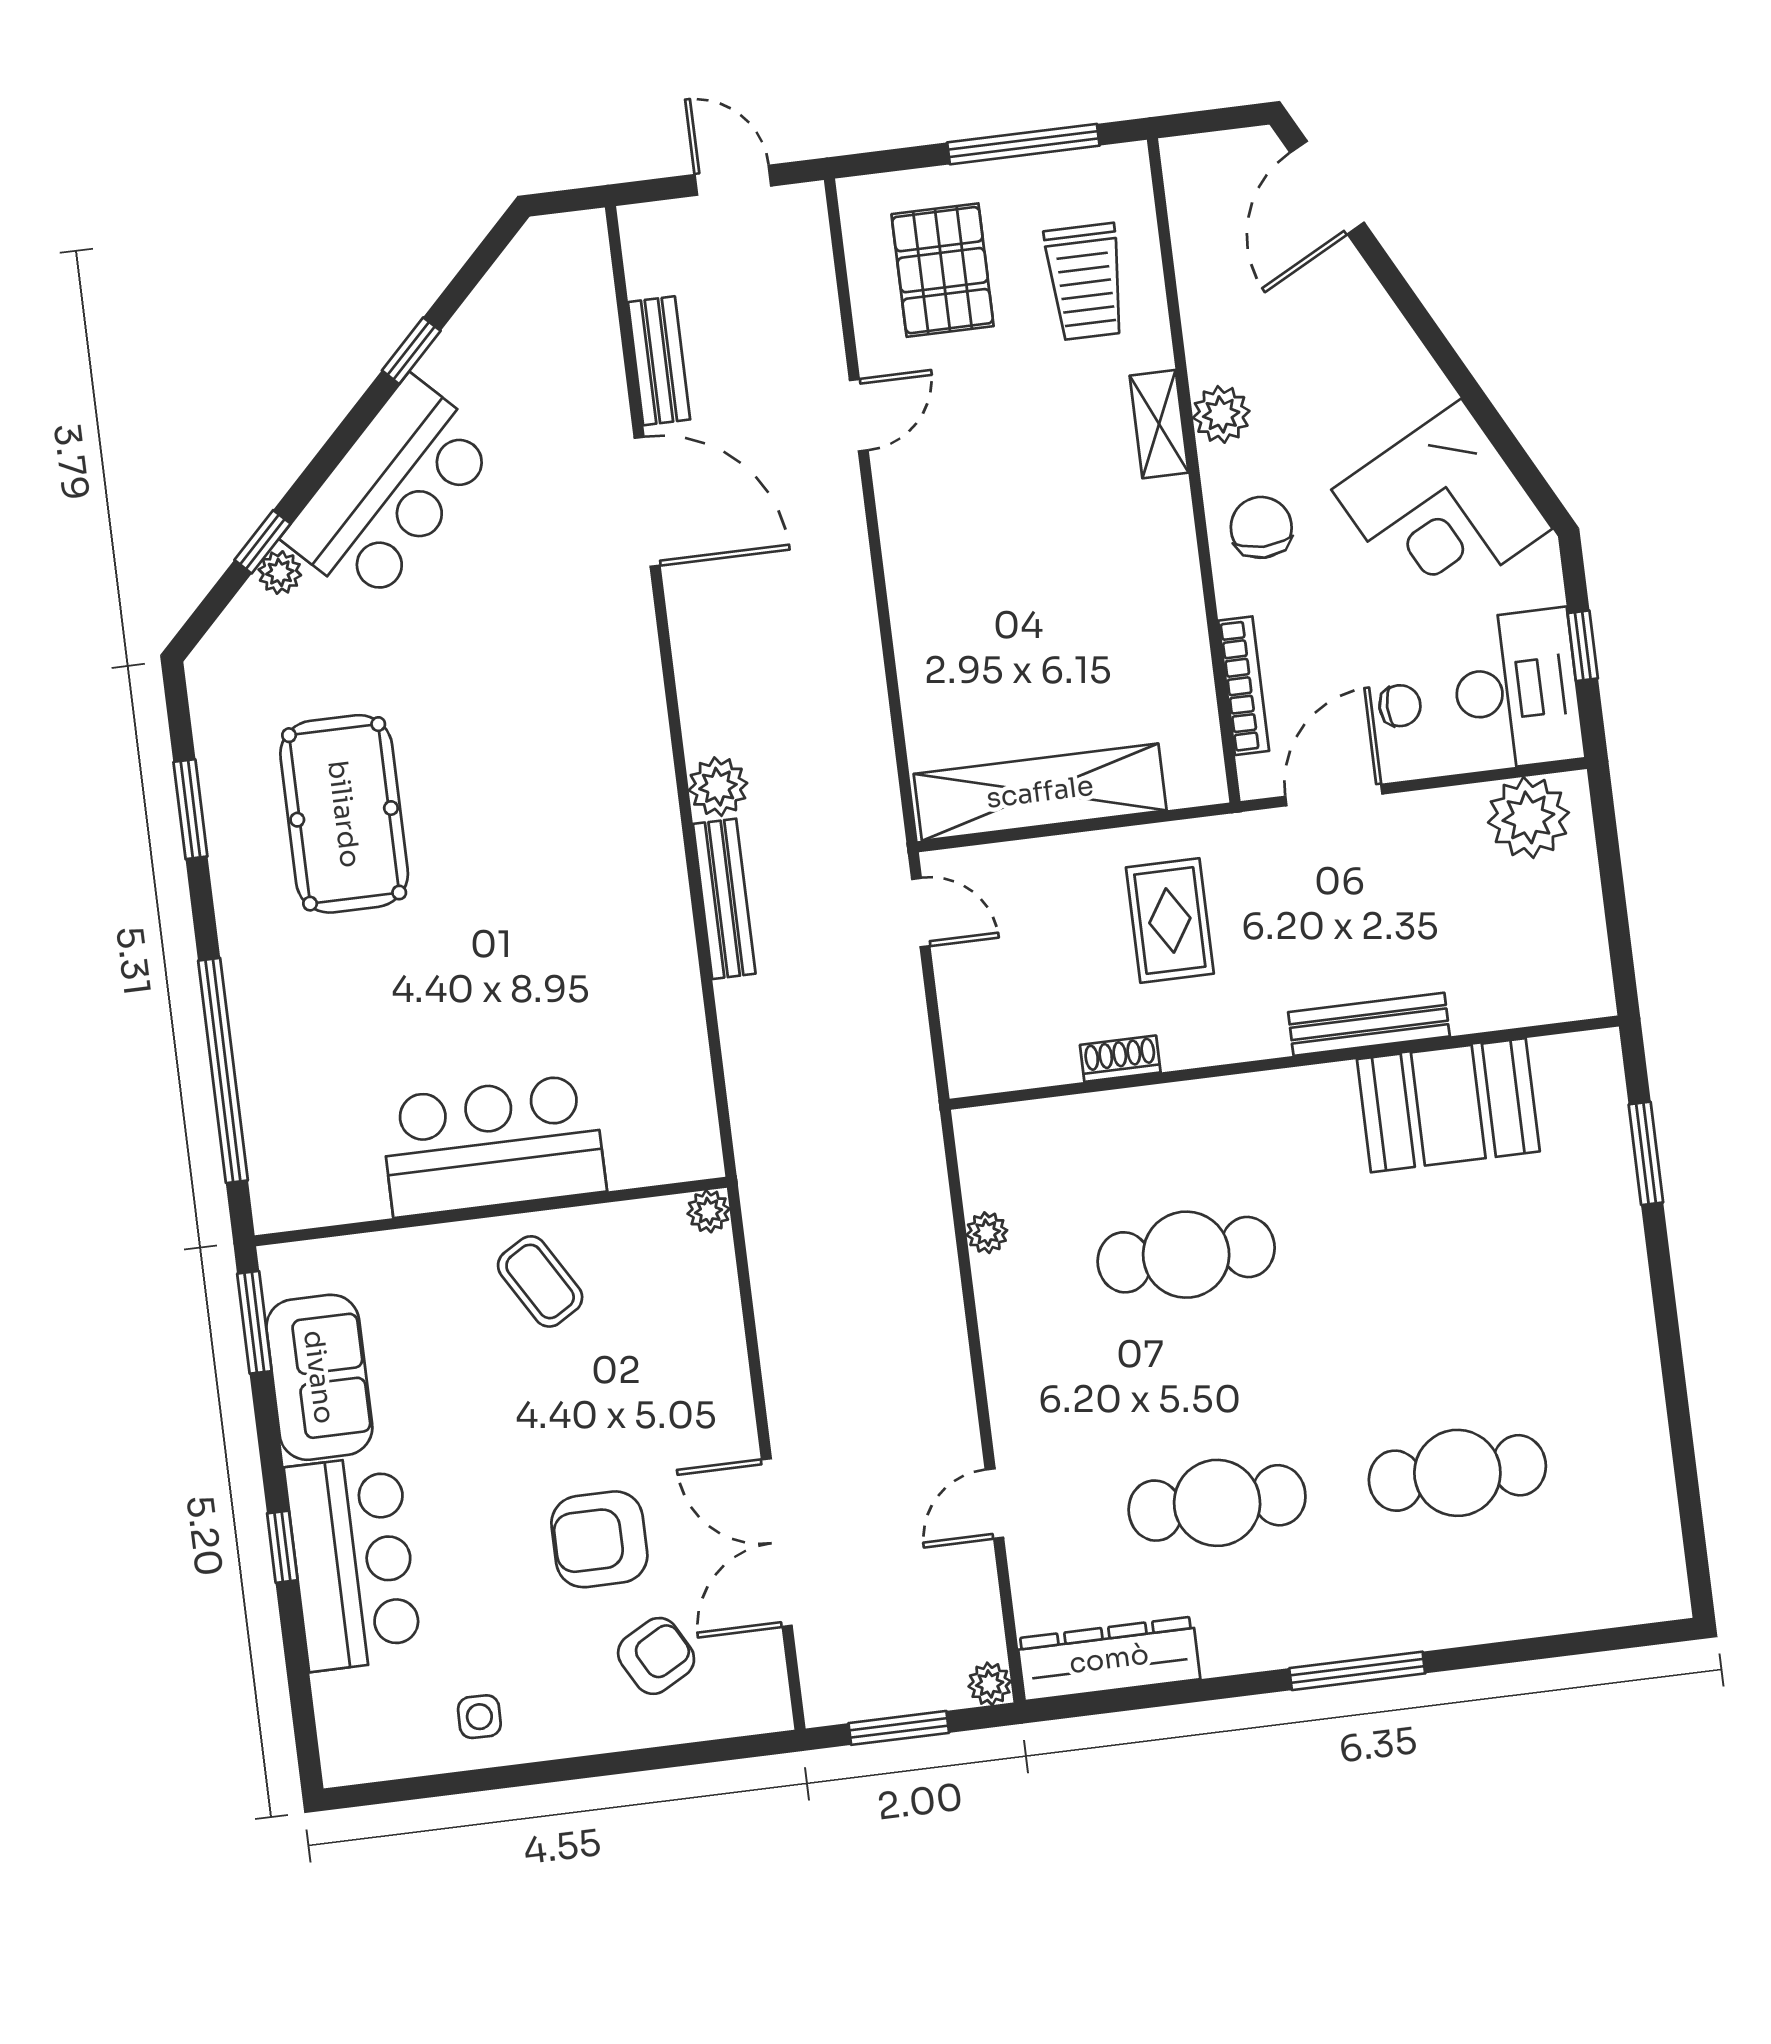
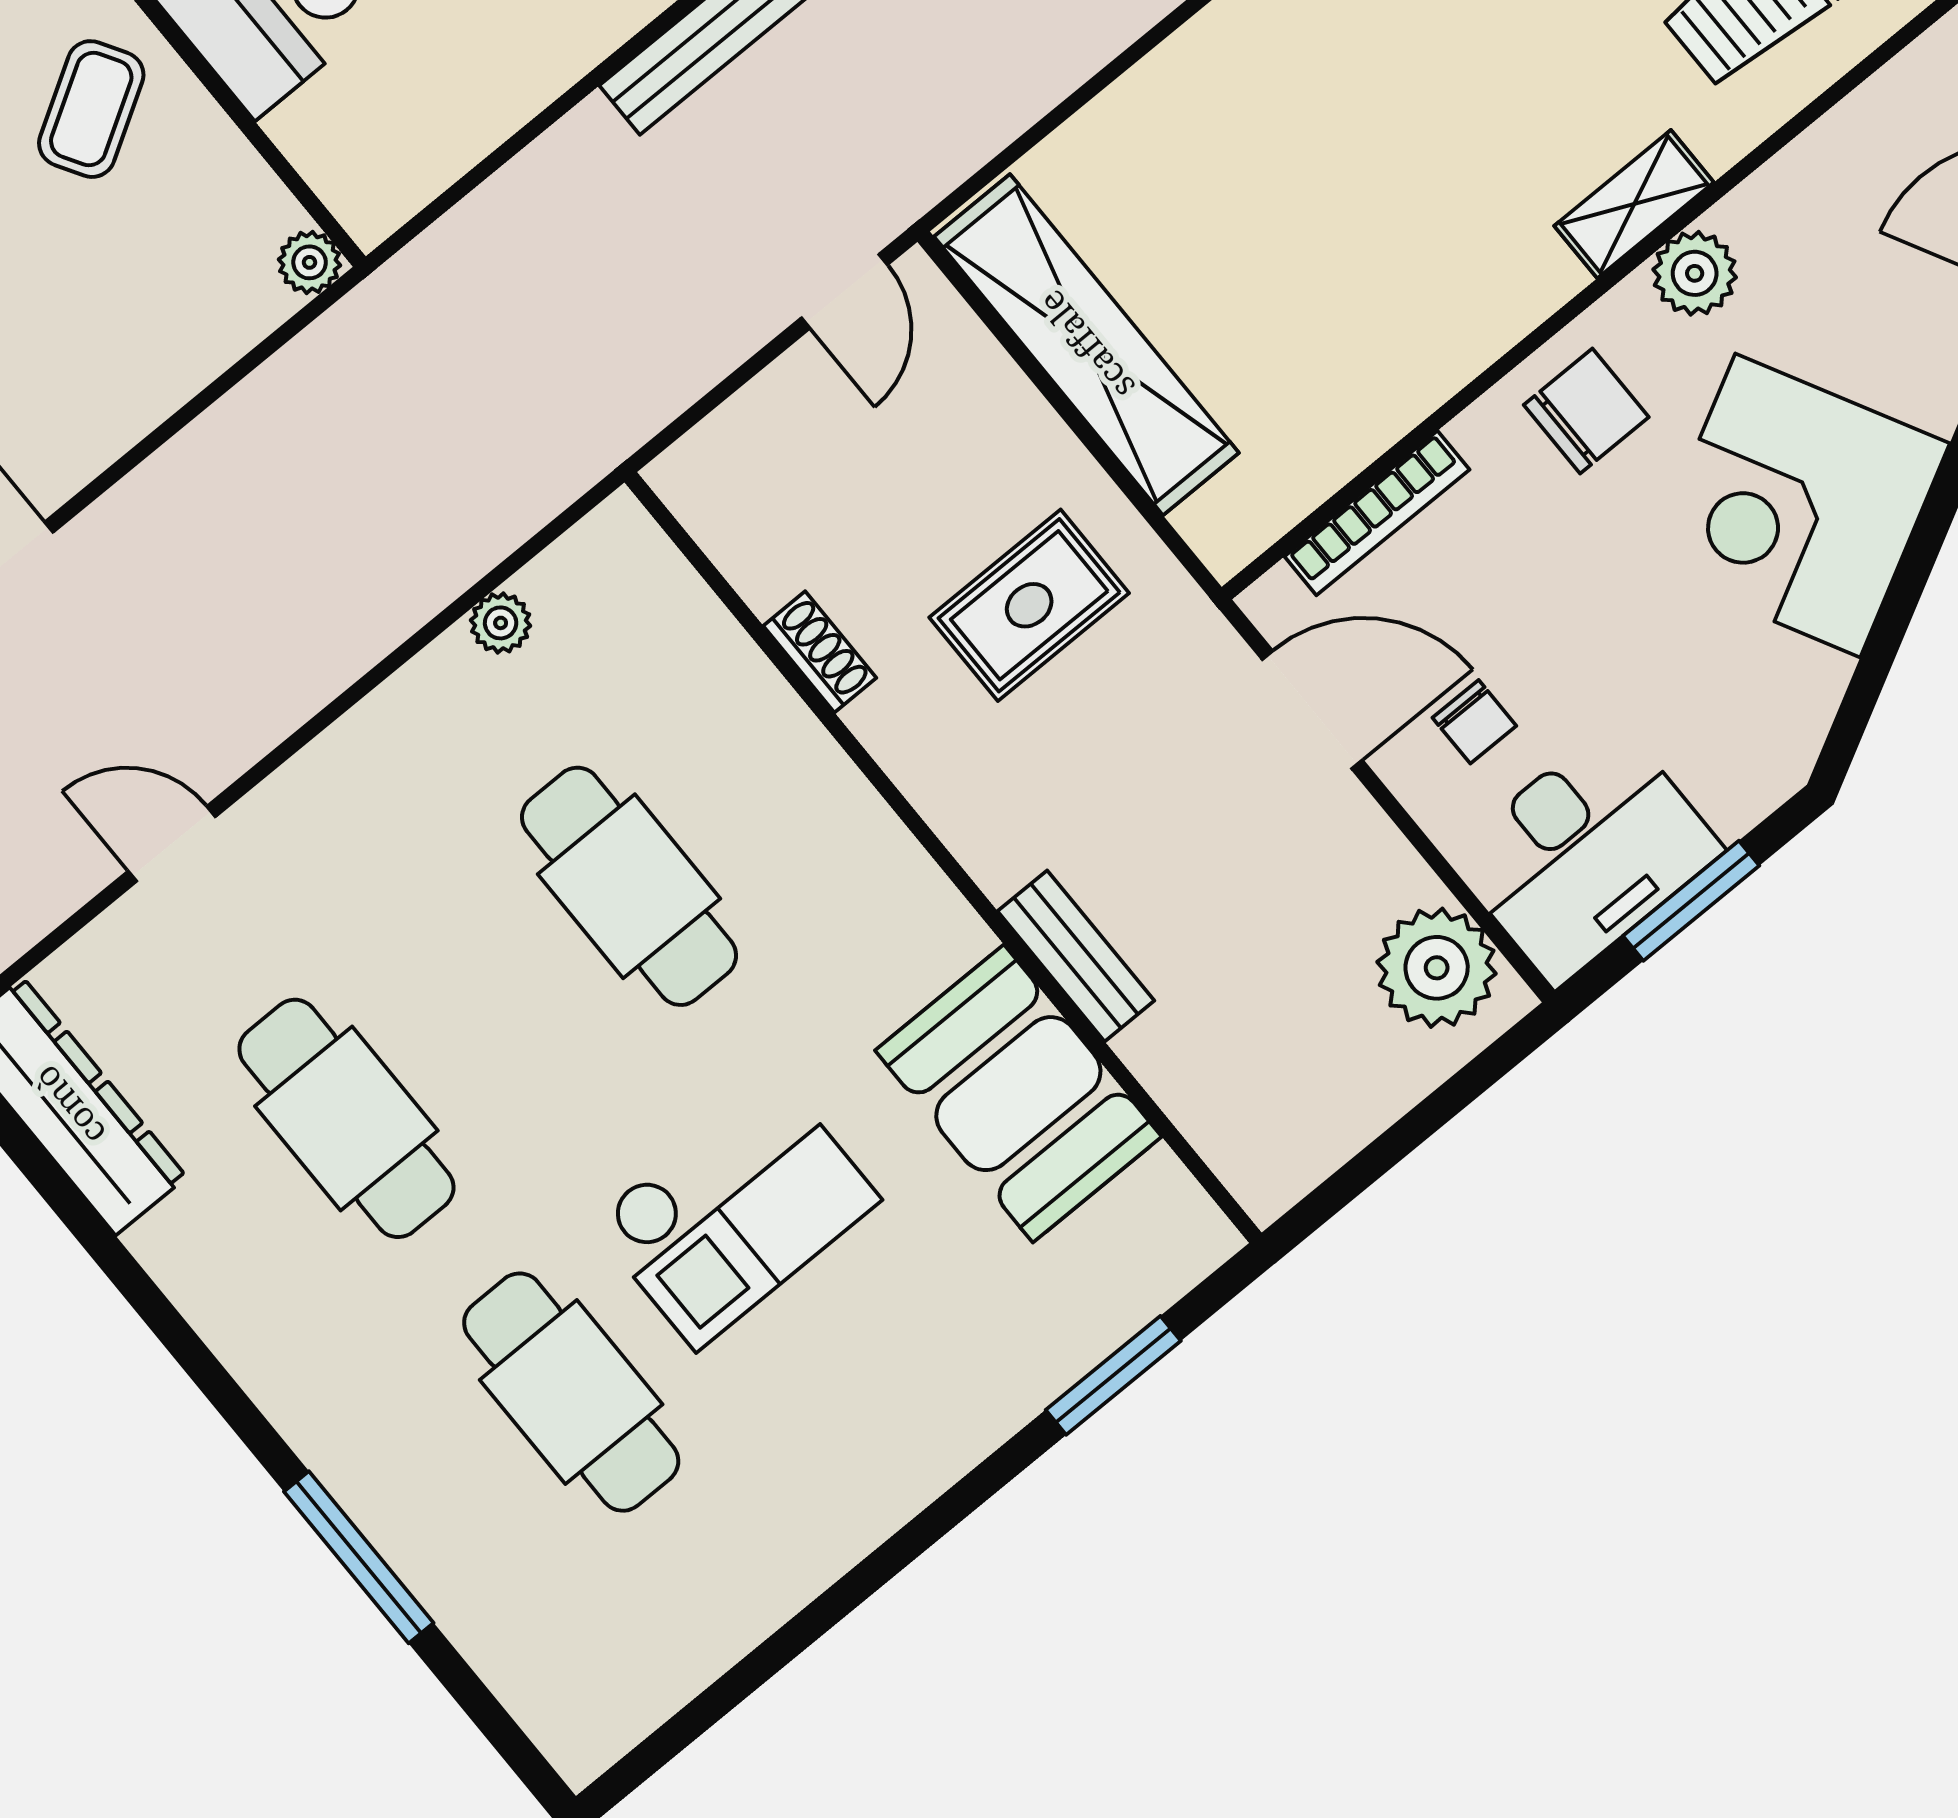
corner desk: (1442, 509) -> (1798, 506), moved
window: (1583, 646) -> (1691, 901), width x1.50
bench: (1369, 1024) -> (1076, 956), width x0.73
checkout: (1413, 1312) -> (735, 1211), added
window: (1357, 1671) -> (359, 1557), moved

